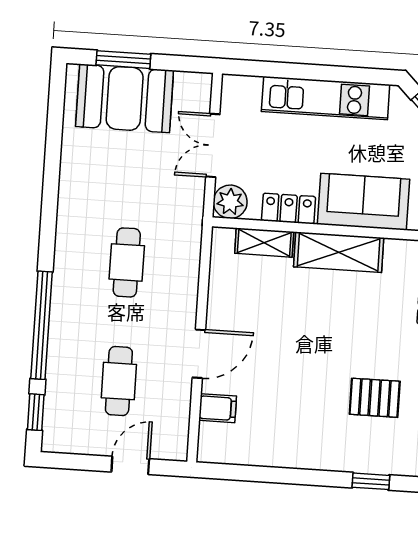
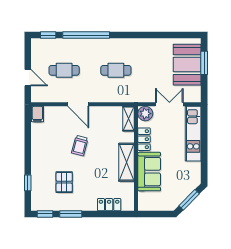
kitchen unit: (326, 98) -> (193, 134), moved
shelving: (264, 243) -> (129, 119), moved
trolley: (294, 356) -> (80, 146), added
filing cabinet: (218, 408) -> (37, 114), moved

